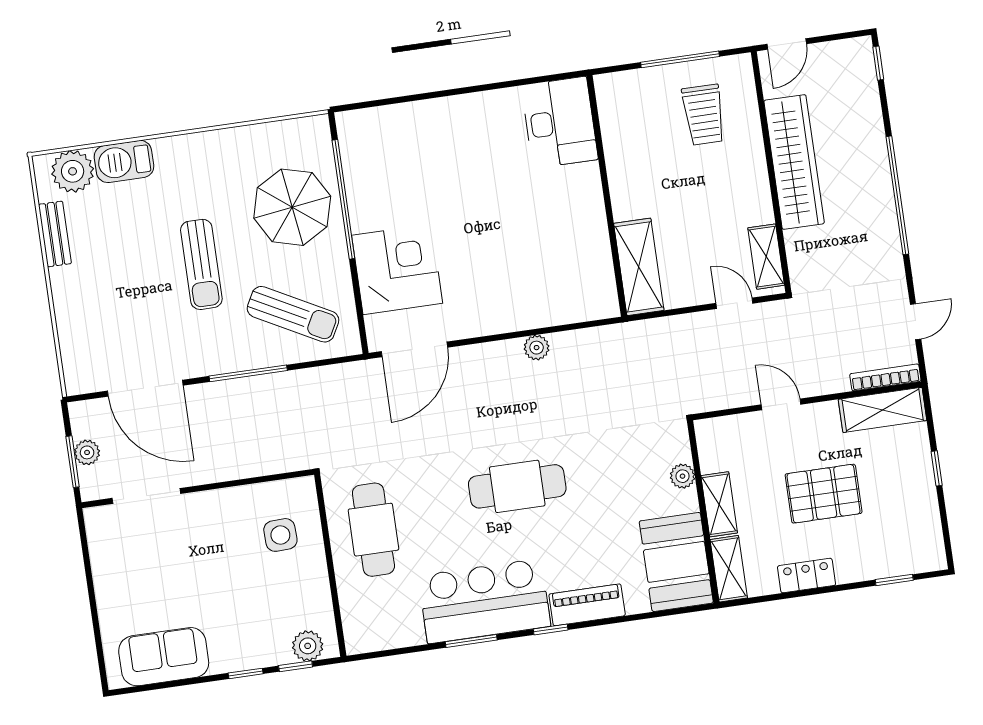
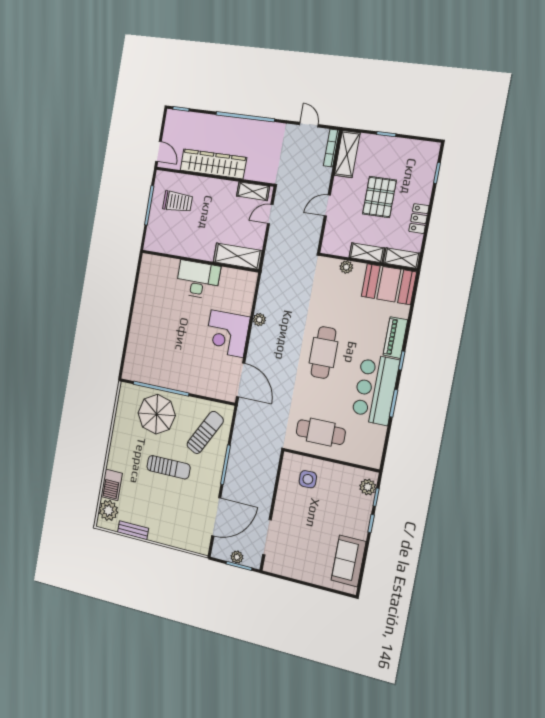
desk: (560, 122) -> (198, 280), moved
corner desk: (397, 269) -> (227, 334), moved, turned -90

